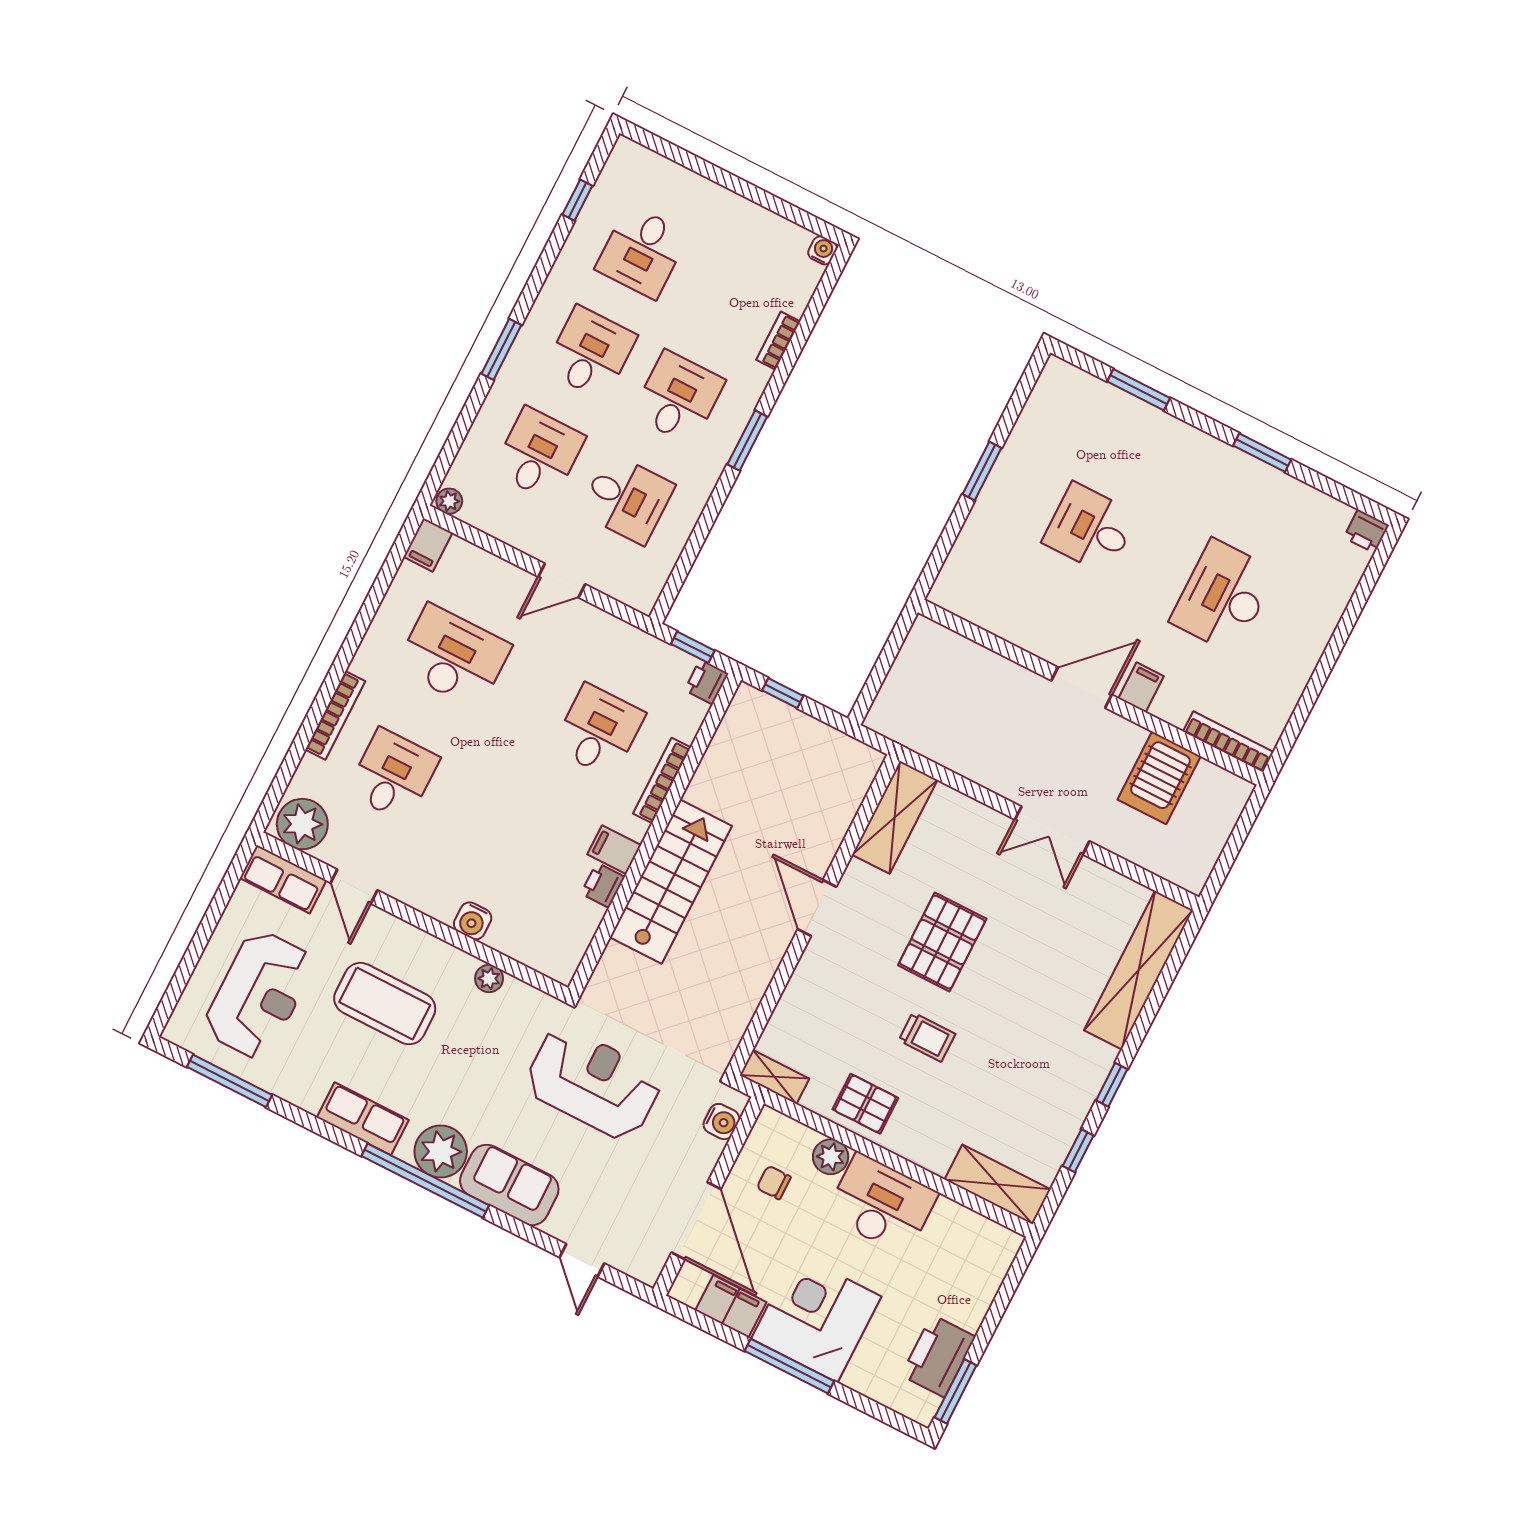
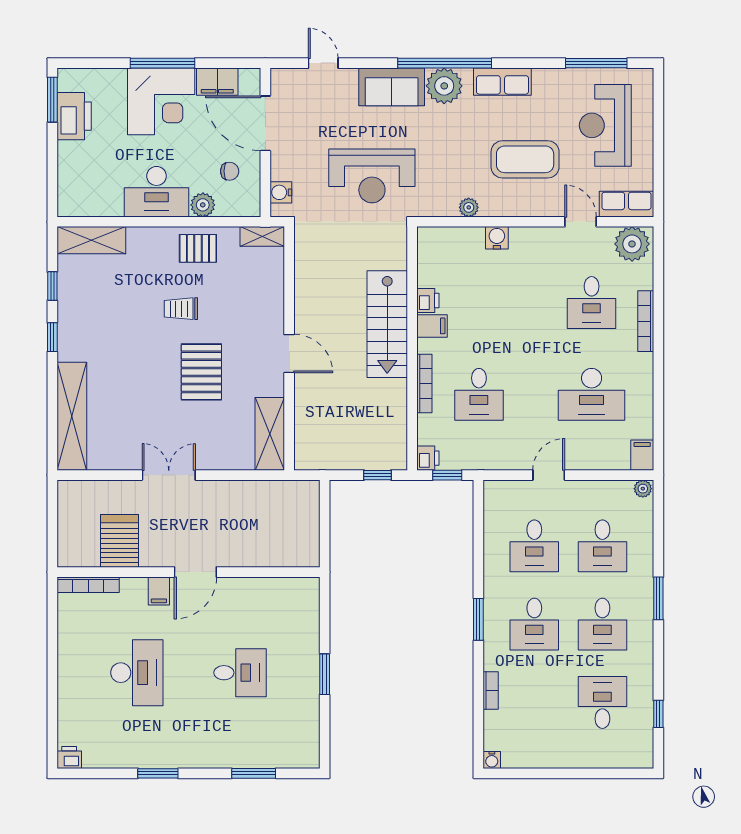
desk: (627, 499) -> (534, 546), turned -90

